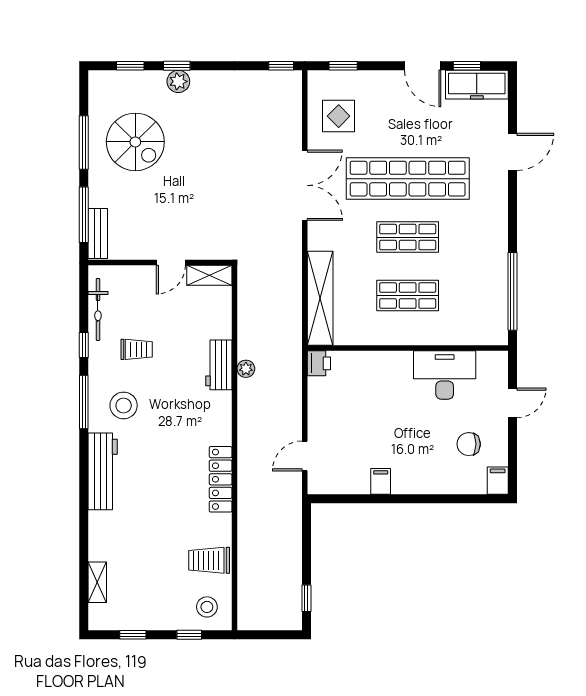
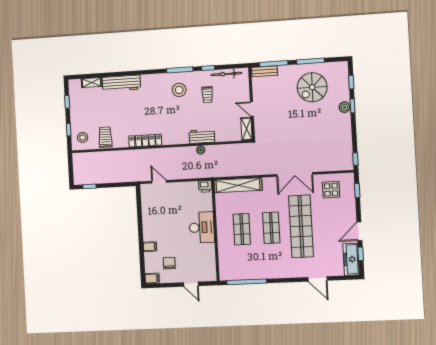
desk: (445, 375) -> (202, 227), moved
workbench: (103, 471) -> (121, 83), moved
filing cabinet: (381, 481) -> (150, 247), moved

